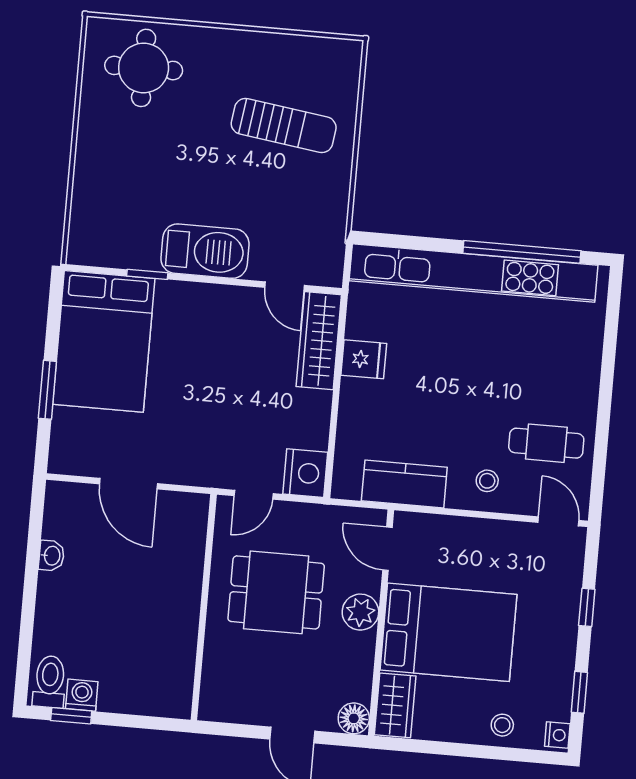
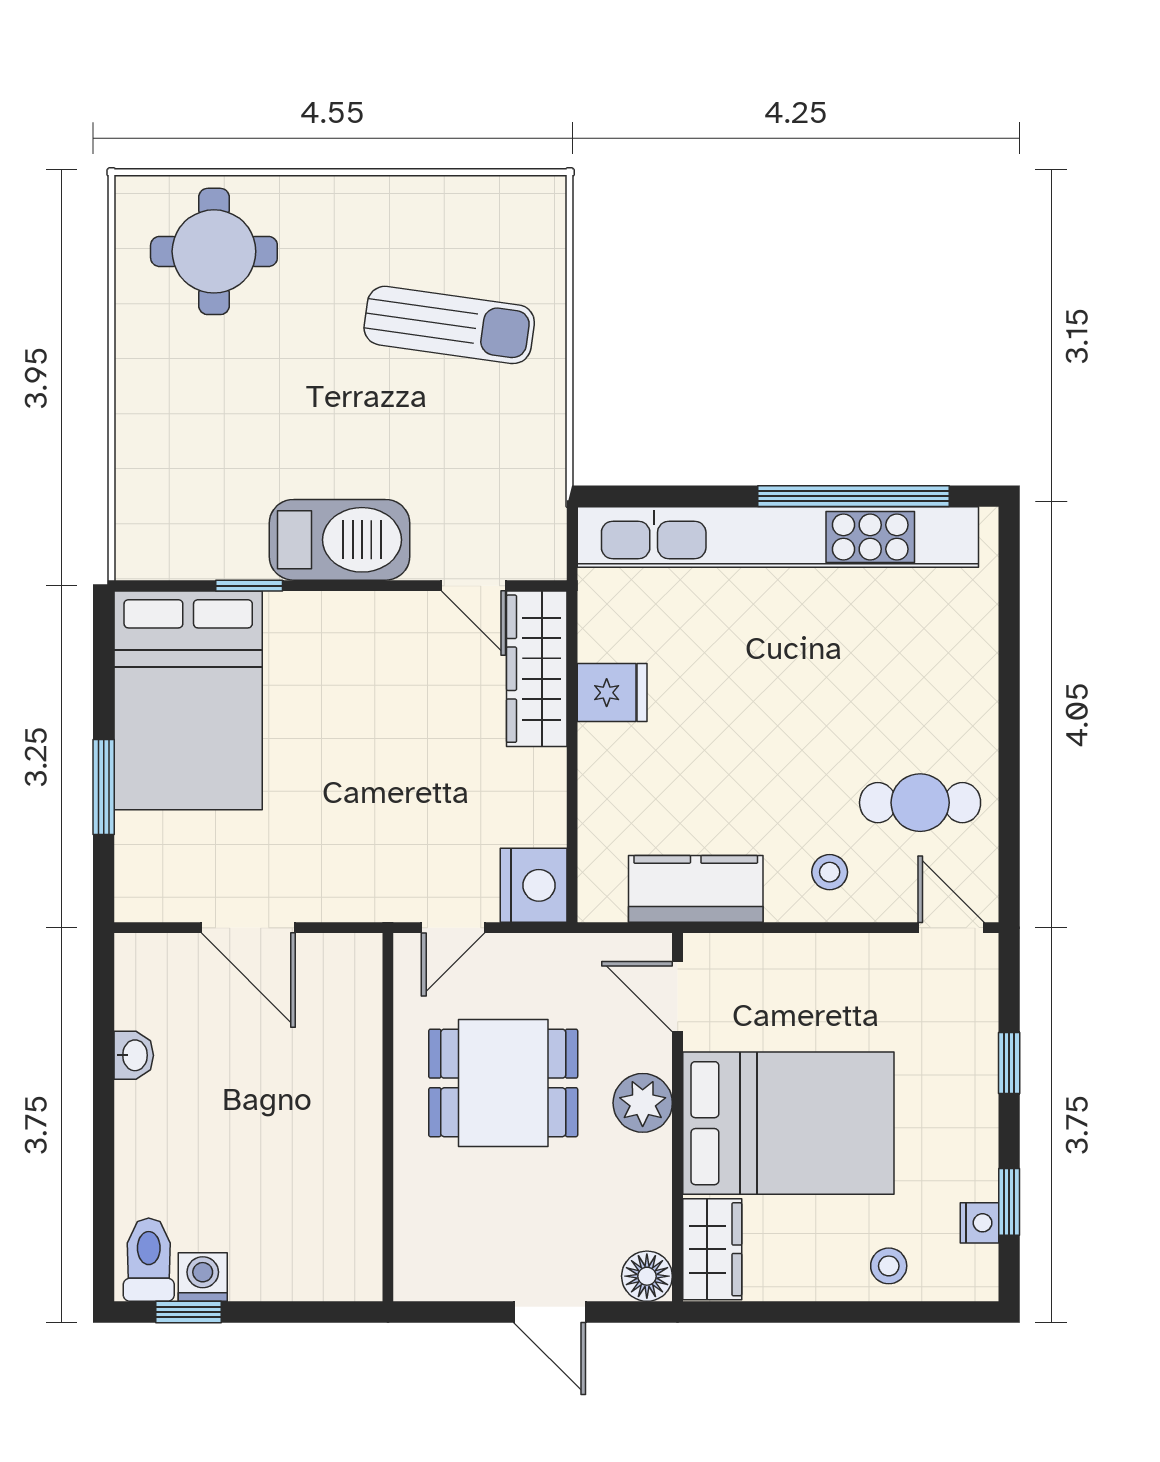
nightstand: (557, 735) -> (979, 1223), moved

